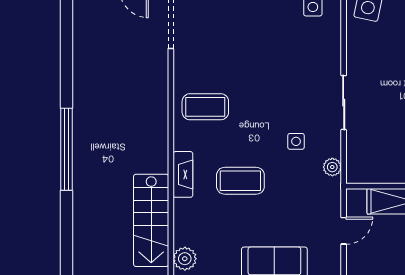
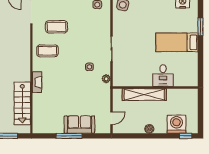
coffee table: (240, 181) -> (56, 27), moved
door: (344, 231) -> (112, 118), moved
plant: (185, 259) -> (38, 121), removed

